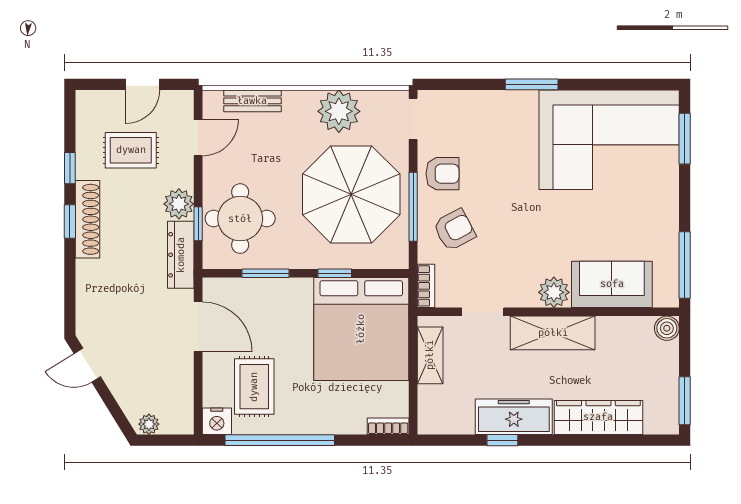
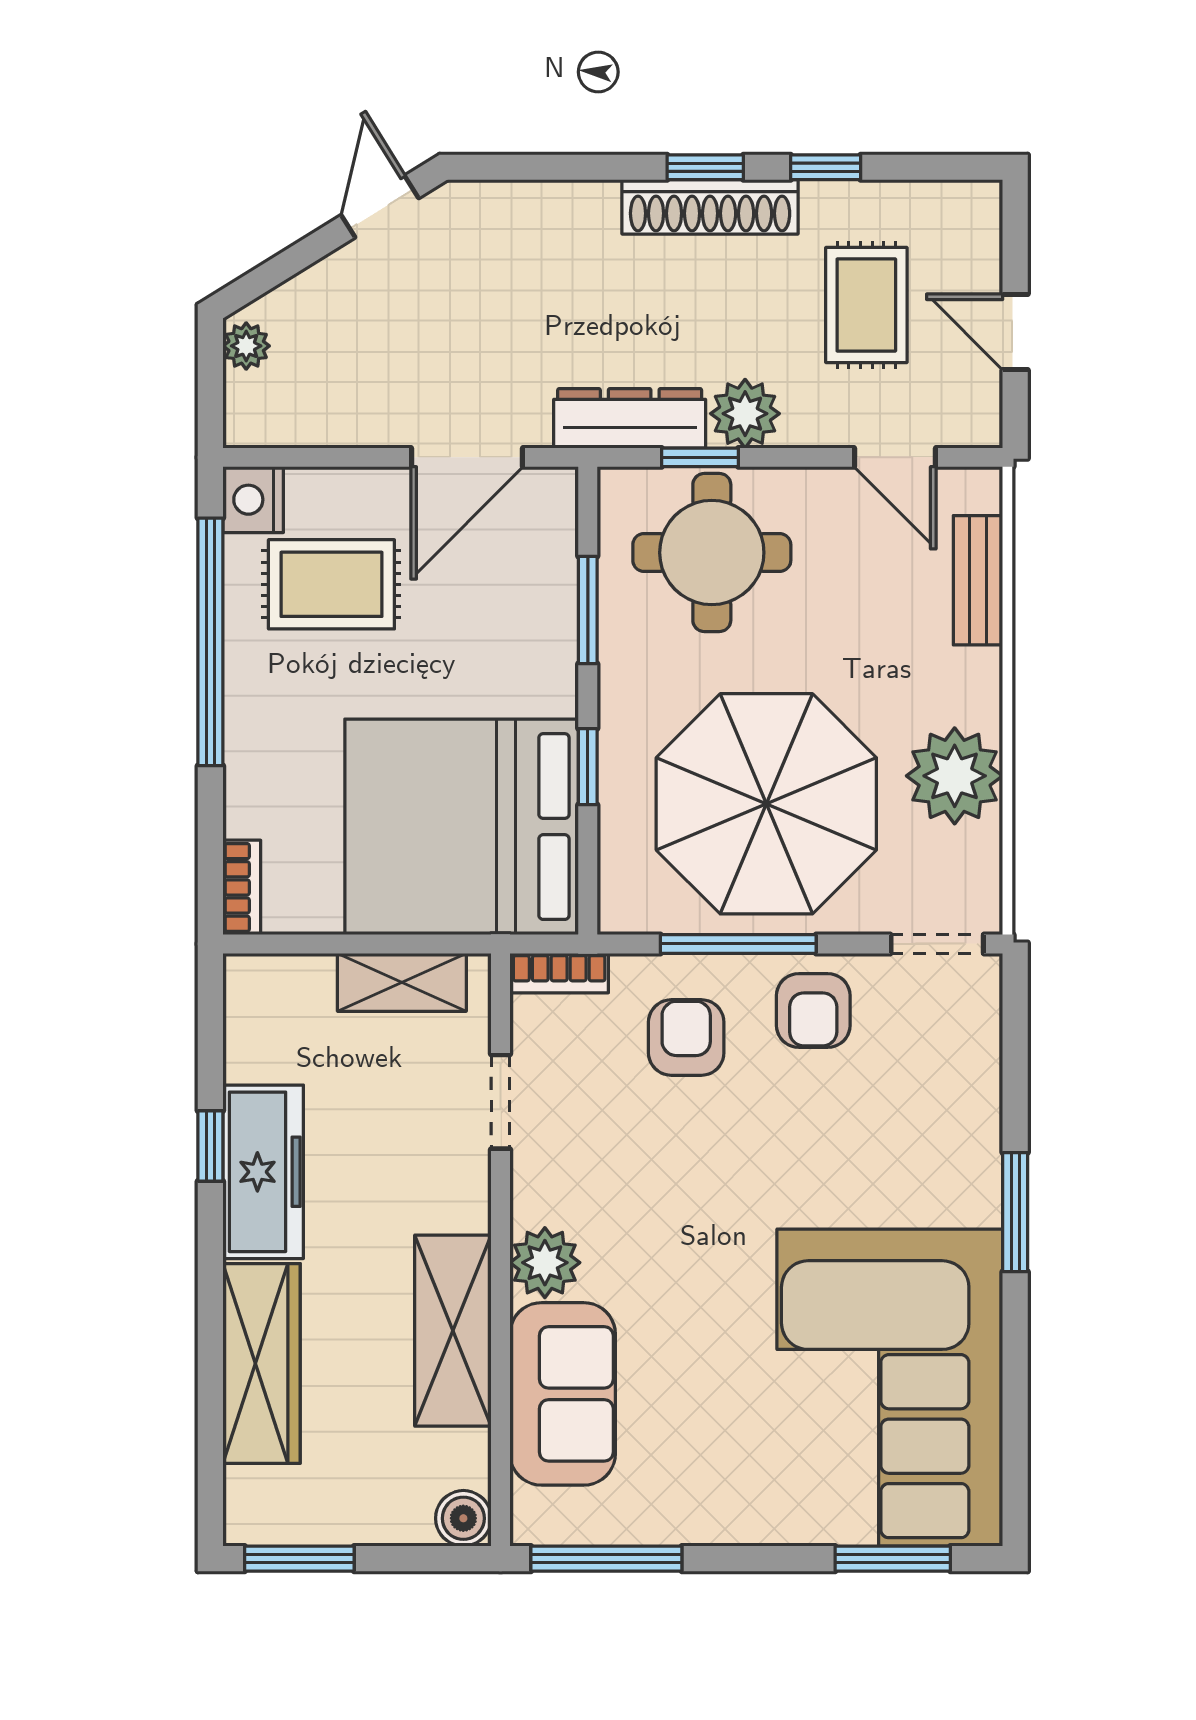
armchair: (454, 230) -> (686, 1038), turned -152
shelving: (553, 333) -> (453, 1331), moved

